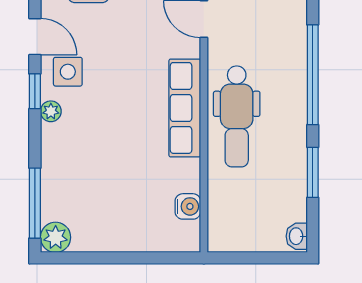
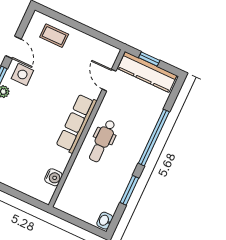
dental chair: (237, 116) -> (102, 141), width x0.73, depth x0.72

